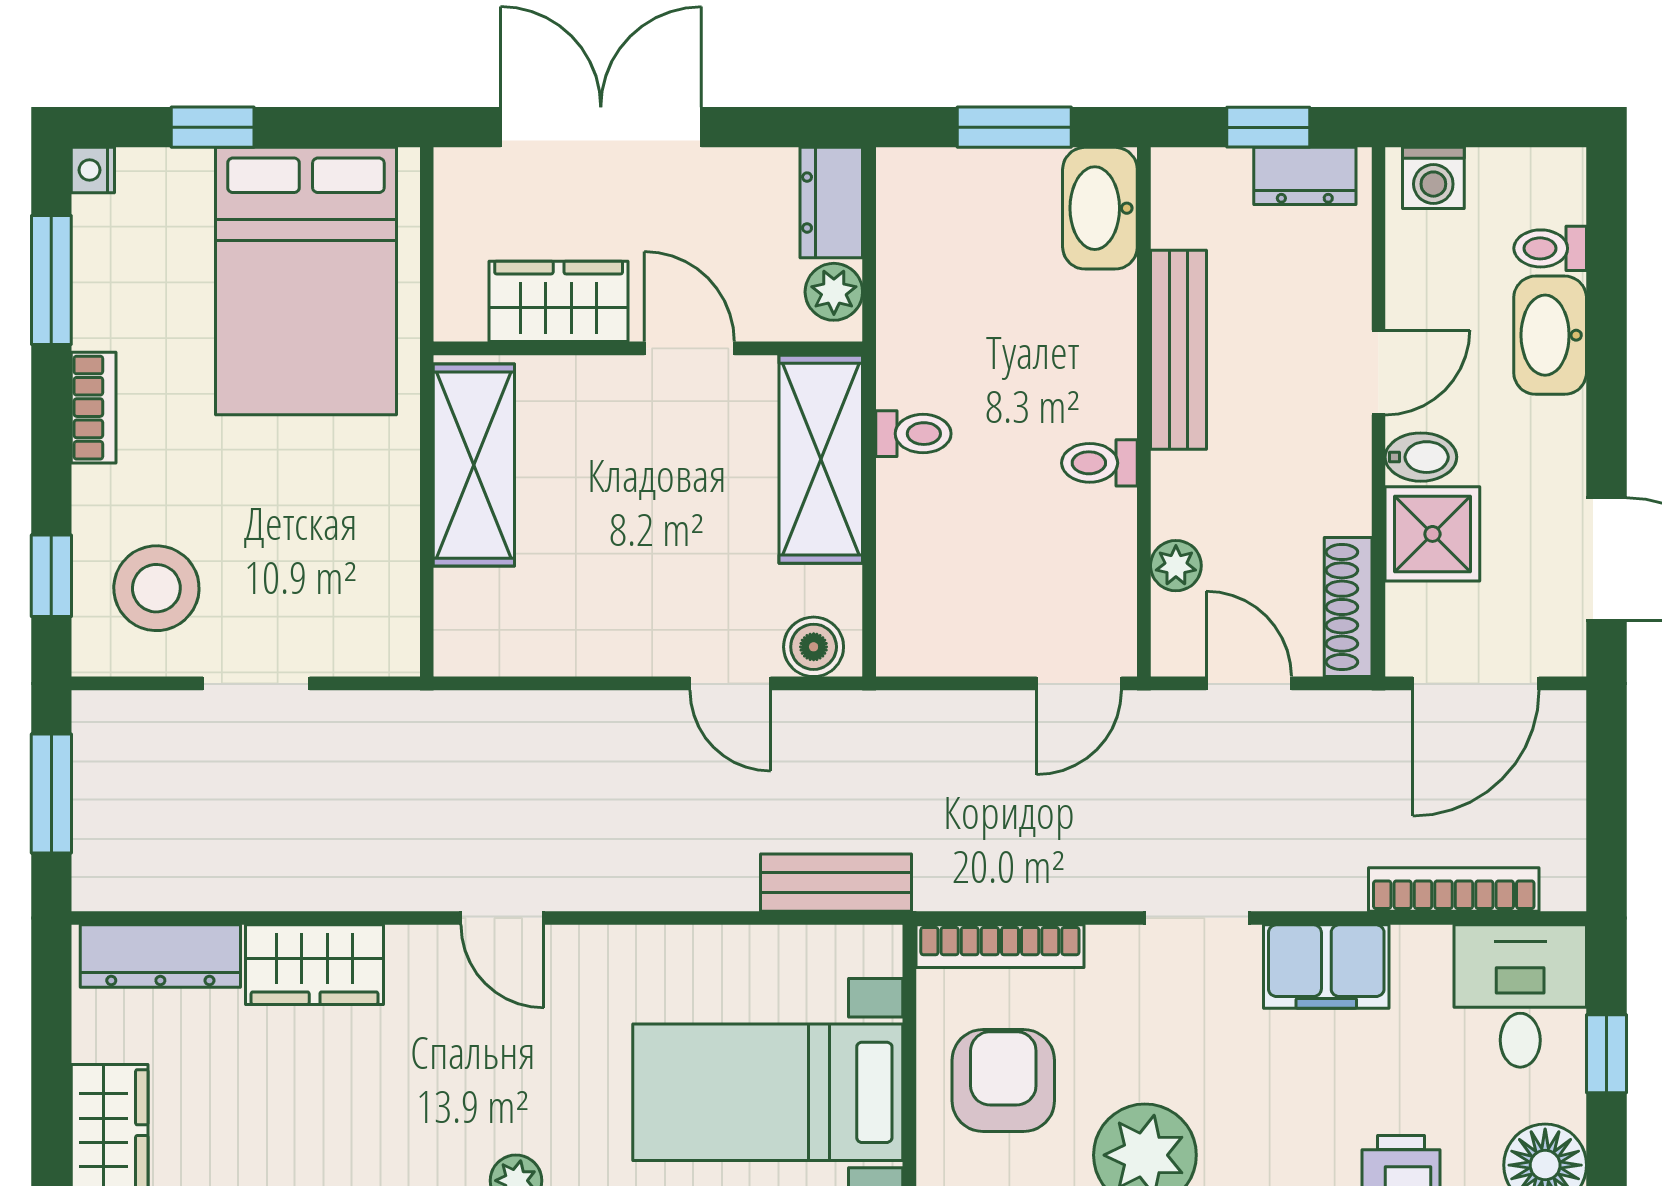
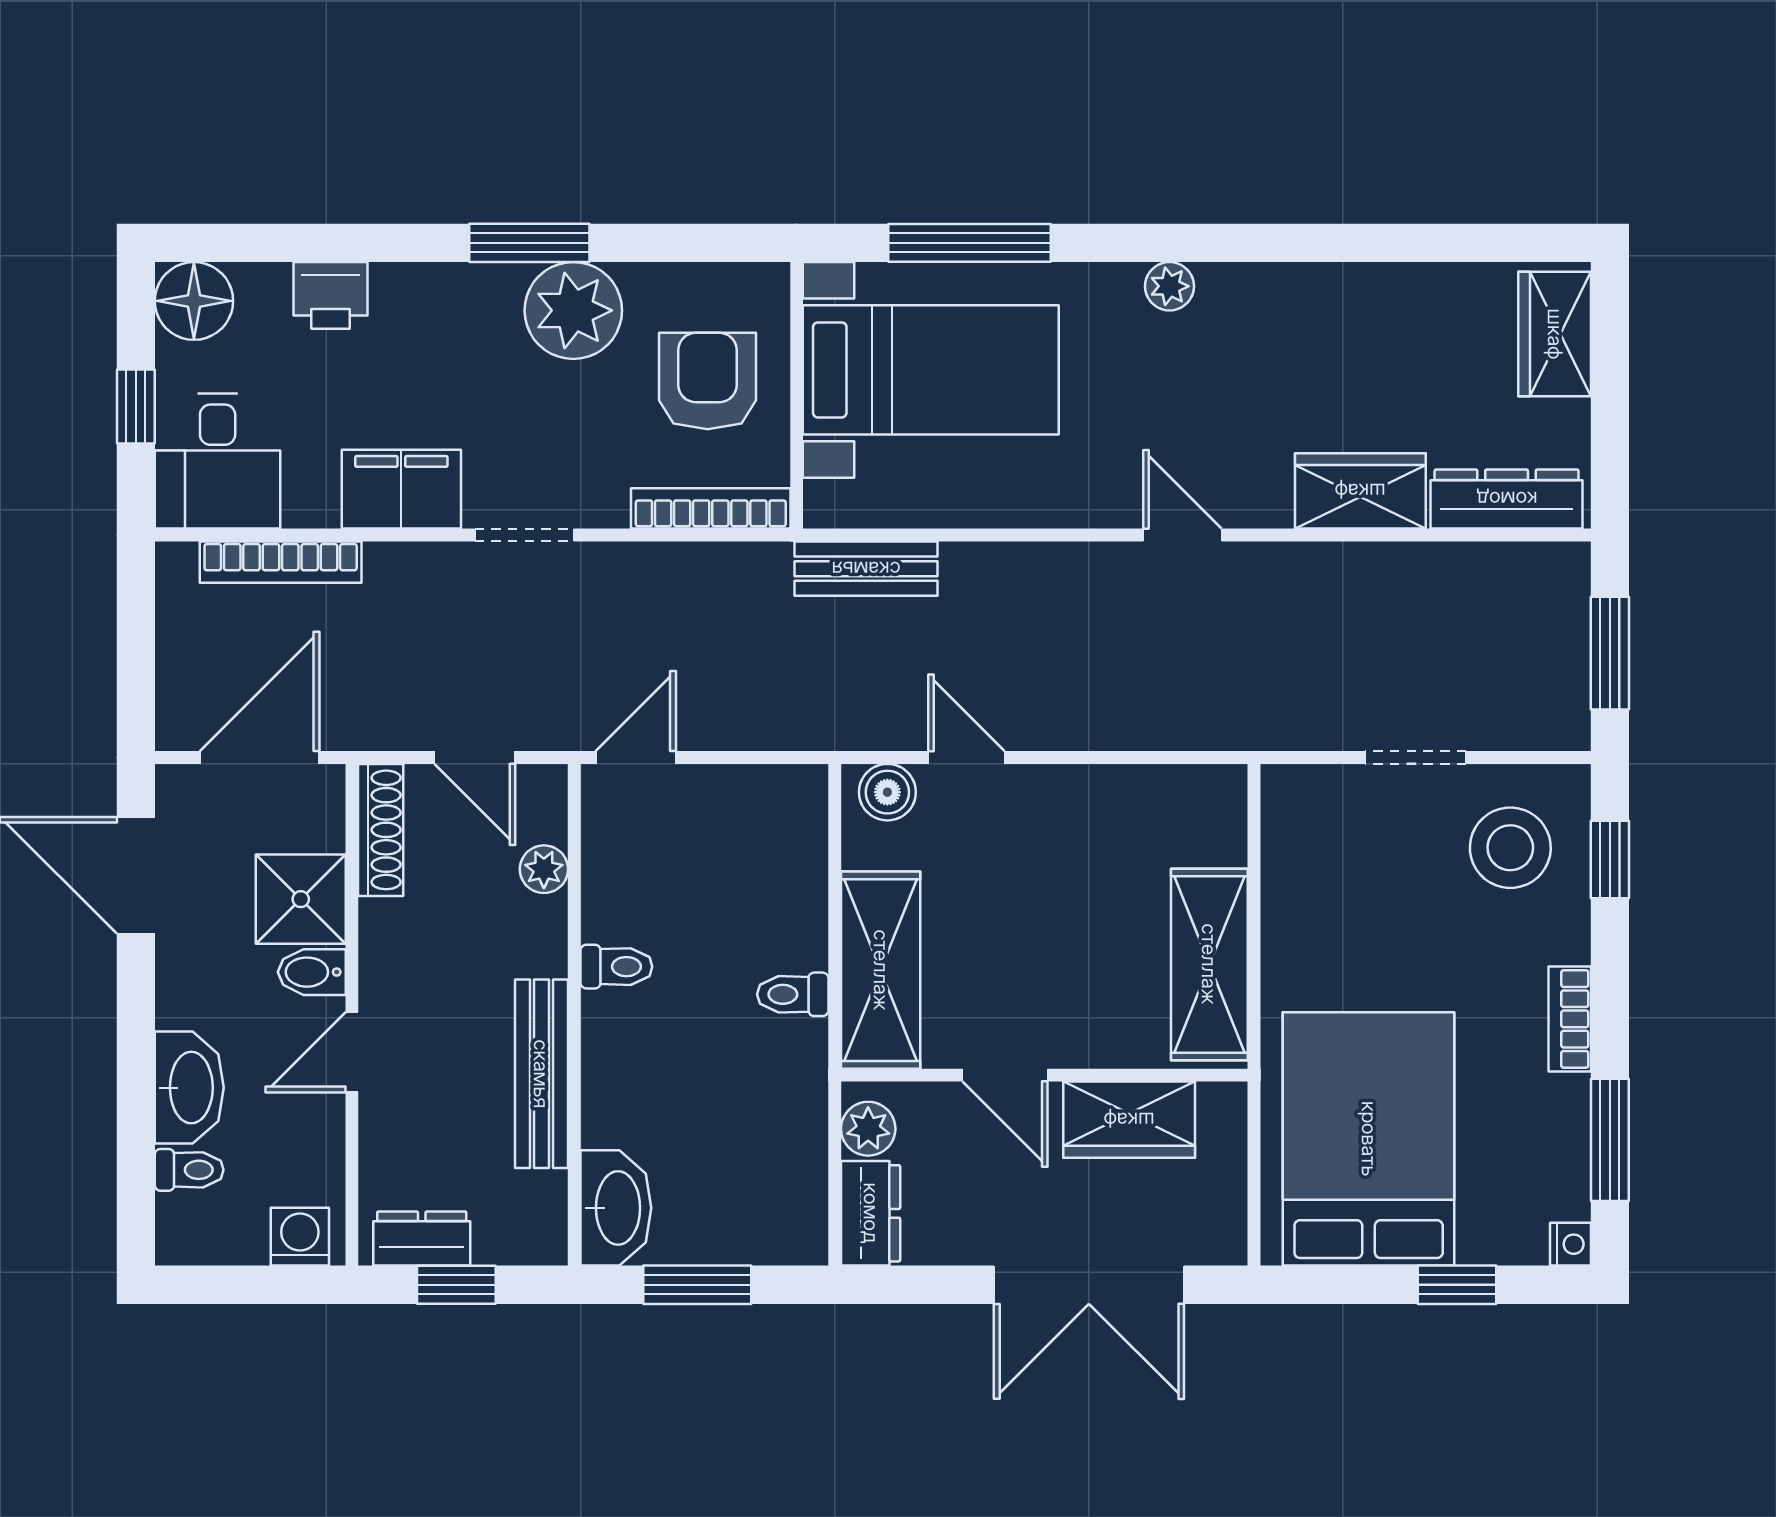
armchair: (1003, 1081) -> (708, 381), turned 180

